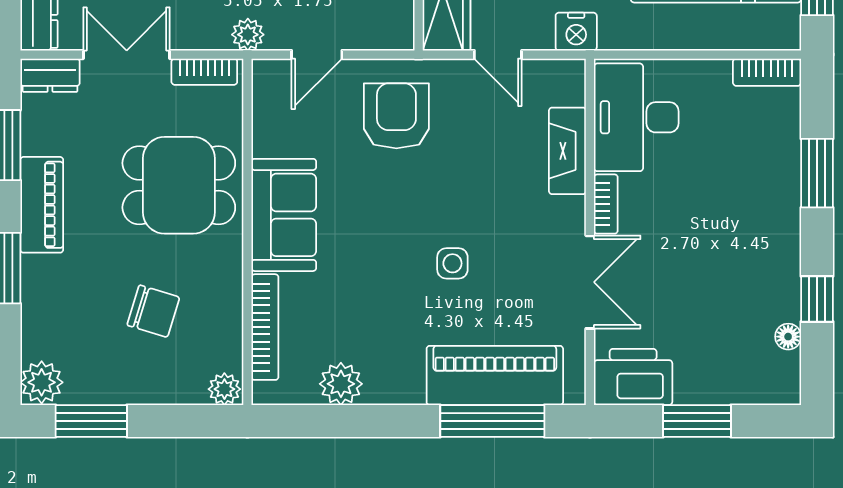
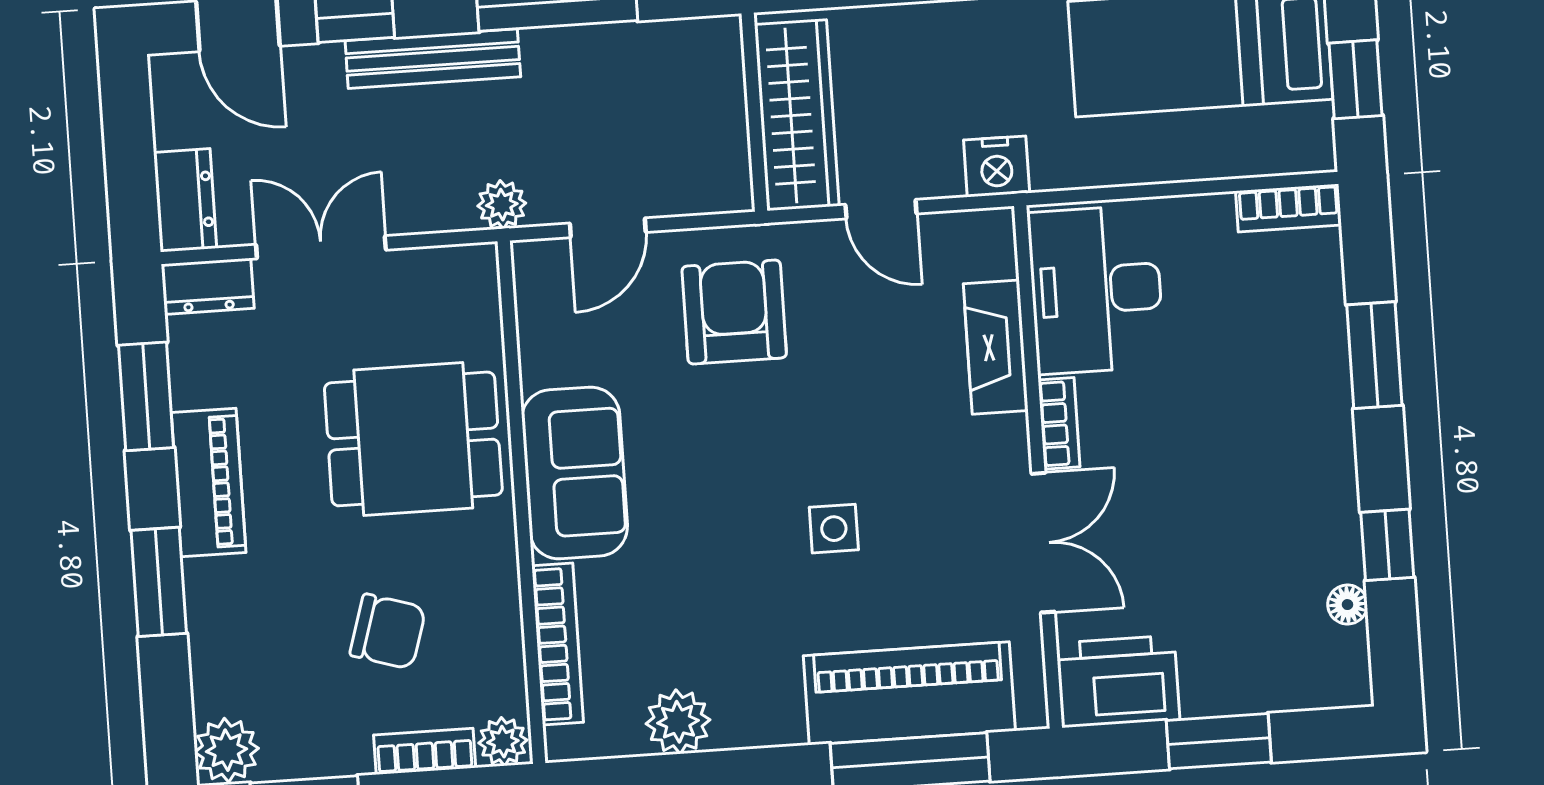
bookcase: (204, 72) -> (425, 751), moved, turned 180

